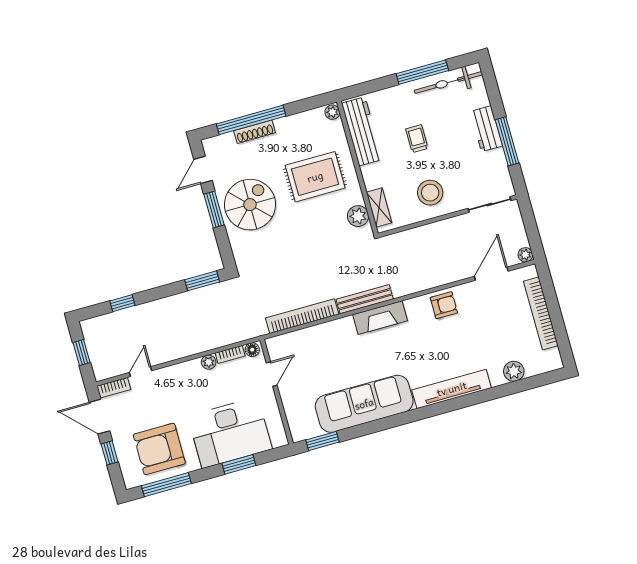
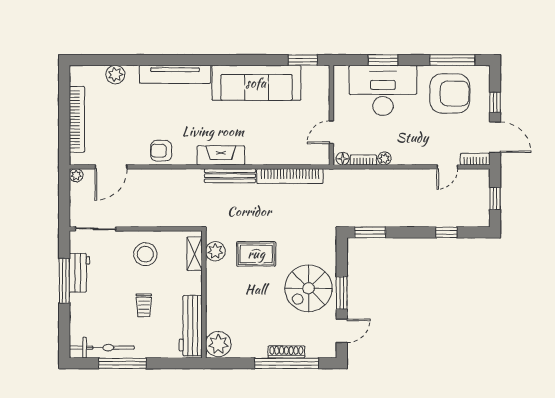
plant: (332, 112) -> (218, 344), width x1.87, depth x1.87
workbench: (486, 129) -> (79, 273), moved
rug: (315, 177) -> (256, 254), moved, width x0.73, depth x0.70

